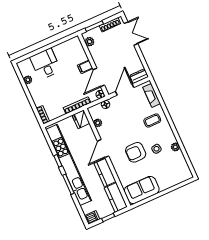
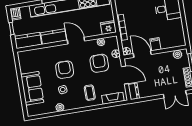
armchair: (120, 119) -> (99, 63), added
sofa: (142, 190) -> (32, 88), moved

